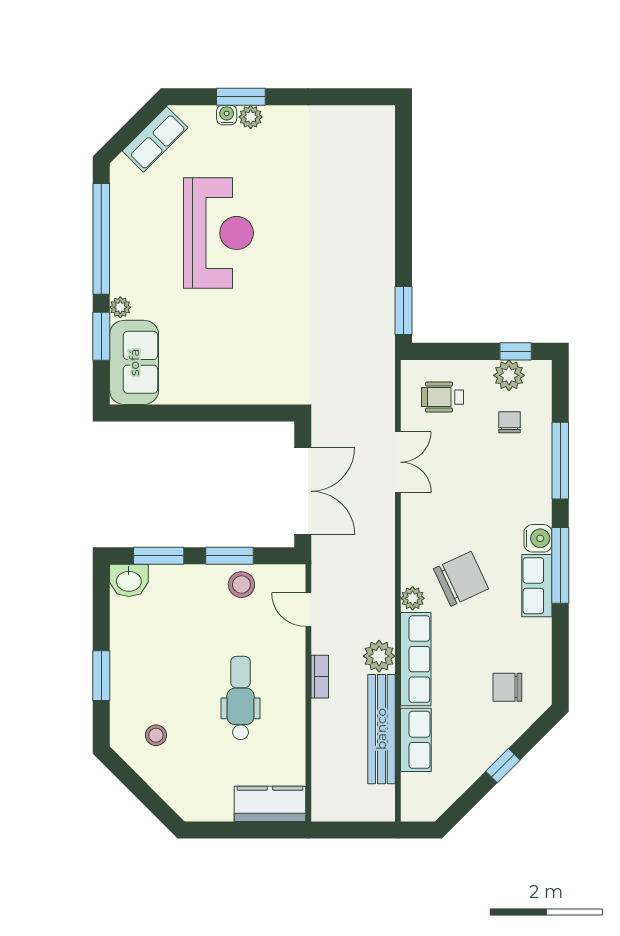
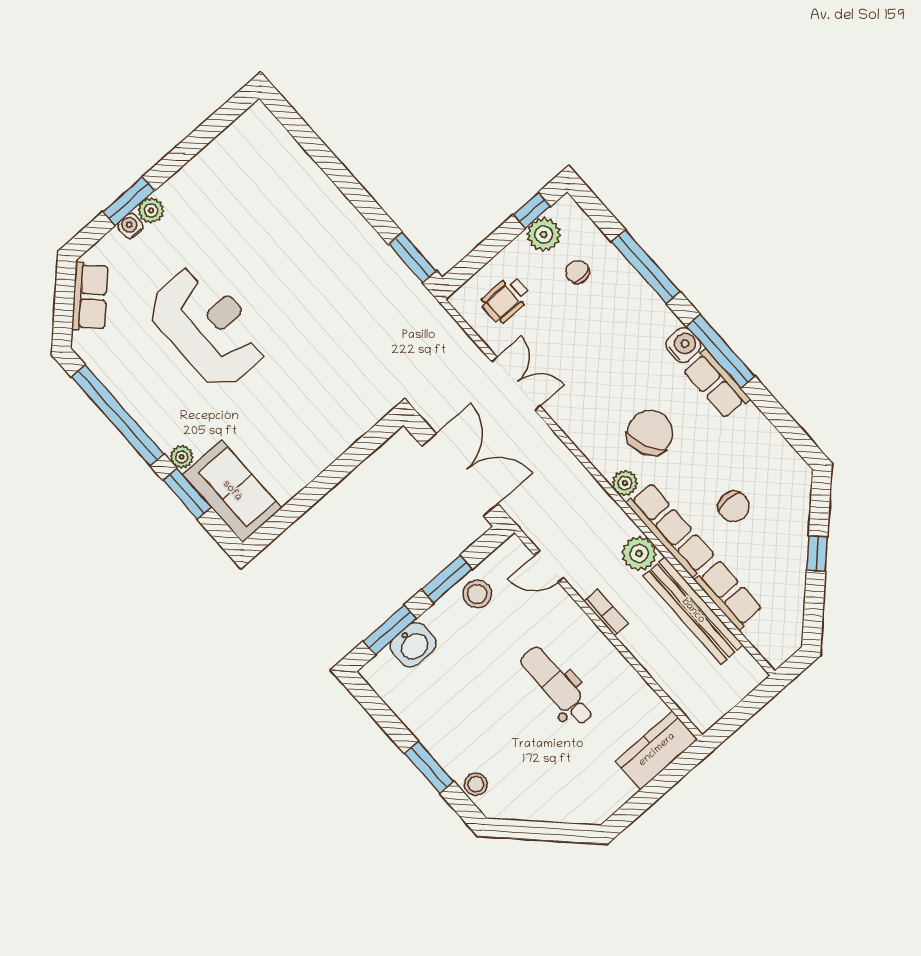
washbasin: (129, 580) -> (413, 645), moved
chair: (507, 687) -> (734, 507), moved, turned -90
stool: (156, 735) -> (476, 784), moved

